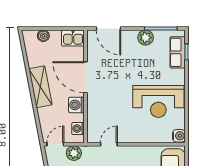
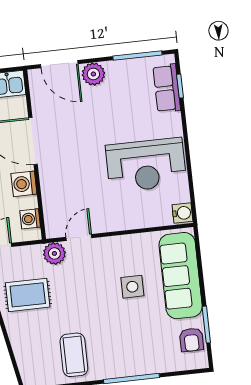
plant: (146, 38) -> (93, 74), moved
plant: (74, 153) -> (54, 253), moved

